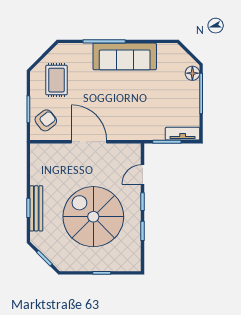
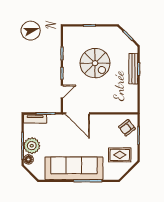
sofa: (125, 56) -> (74, 168), width x1.36, depth x1.27
rug: (56, 80) -> (120, 155), turned 90
plant: (188, 94) -> (32, 146), added
door: (89, 142) -> (78, 113), moved
spiral stairs: (93, 217) -> (95, 63), width x0.73, depth x0.73

